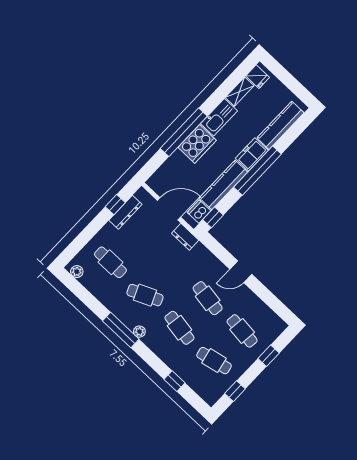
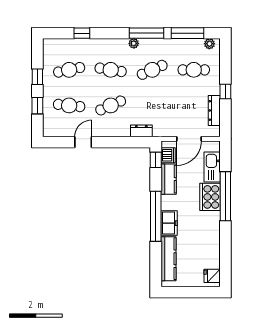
shelving: (240, 92) -> (215, 256), removed
kitchen sink: (219, 117) -> (212, 167), moved
kitchen counter: (223, 185) -> (169, 179), width x0.67
window: (115, 205) -> (225, 92), moved
dresser: (185, 237) -> (141, 131), moved
door: (241, 272) -> (83, 142), moved
window: (87, 298) -> (187, 33), added
cafe table: (208, 298) -> (111, 105), turned -33
window: (235, 391) -> (37, 77), moved

